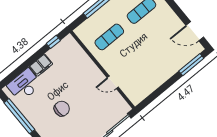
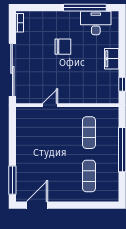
desk: (24, 85) -> (96, 23), moved, turned -90
chair: (62, 109) -> (63, 47), turned -90

